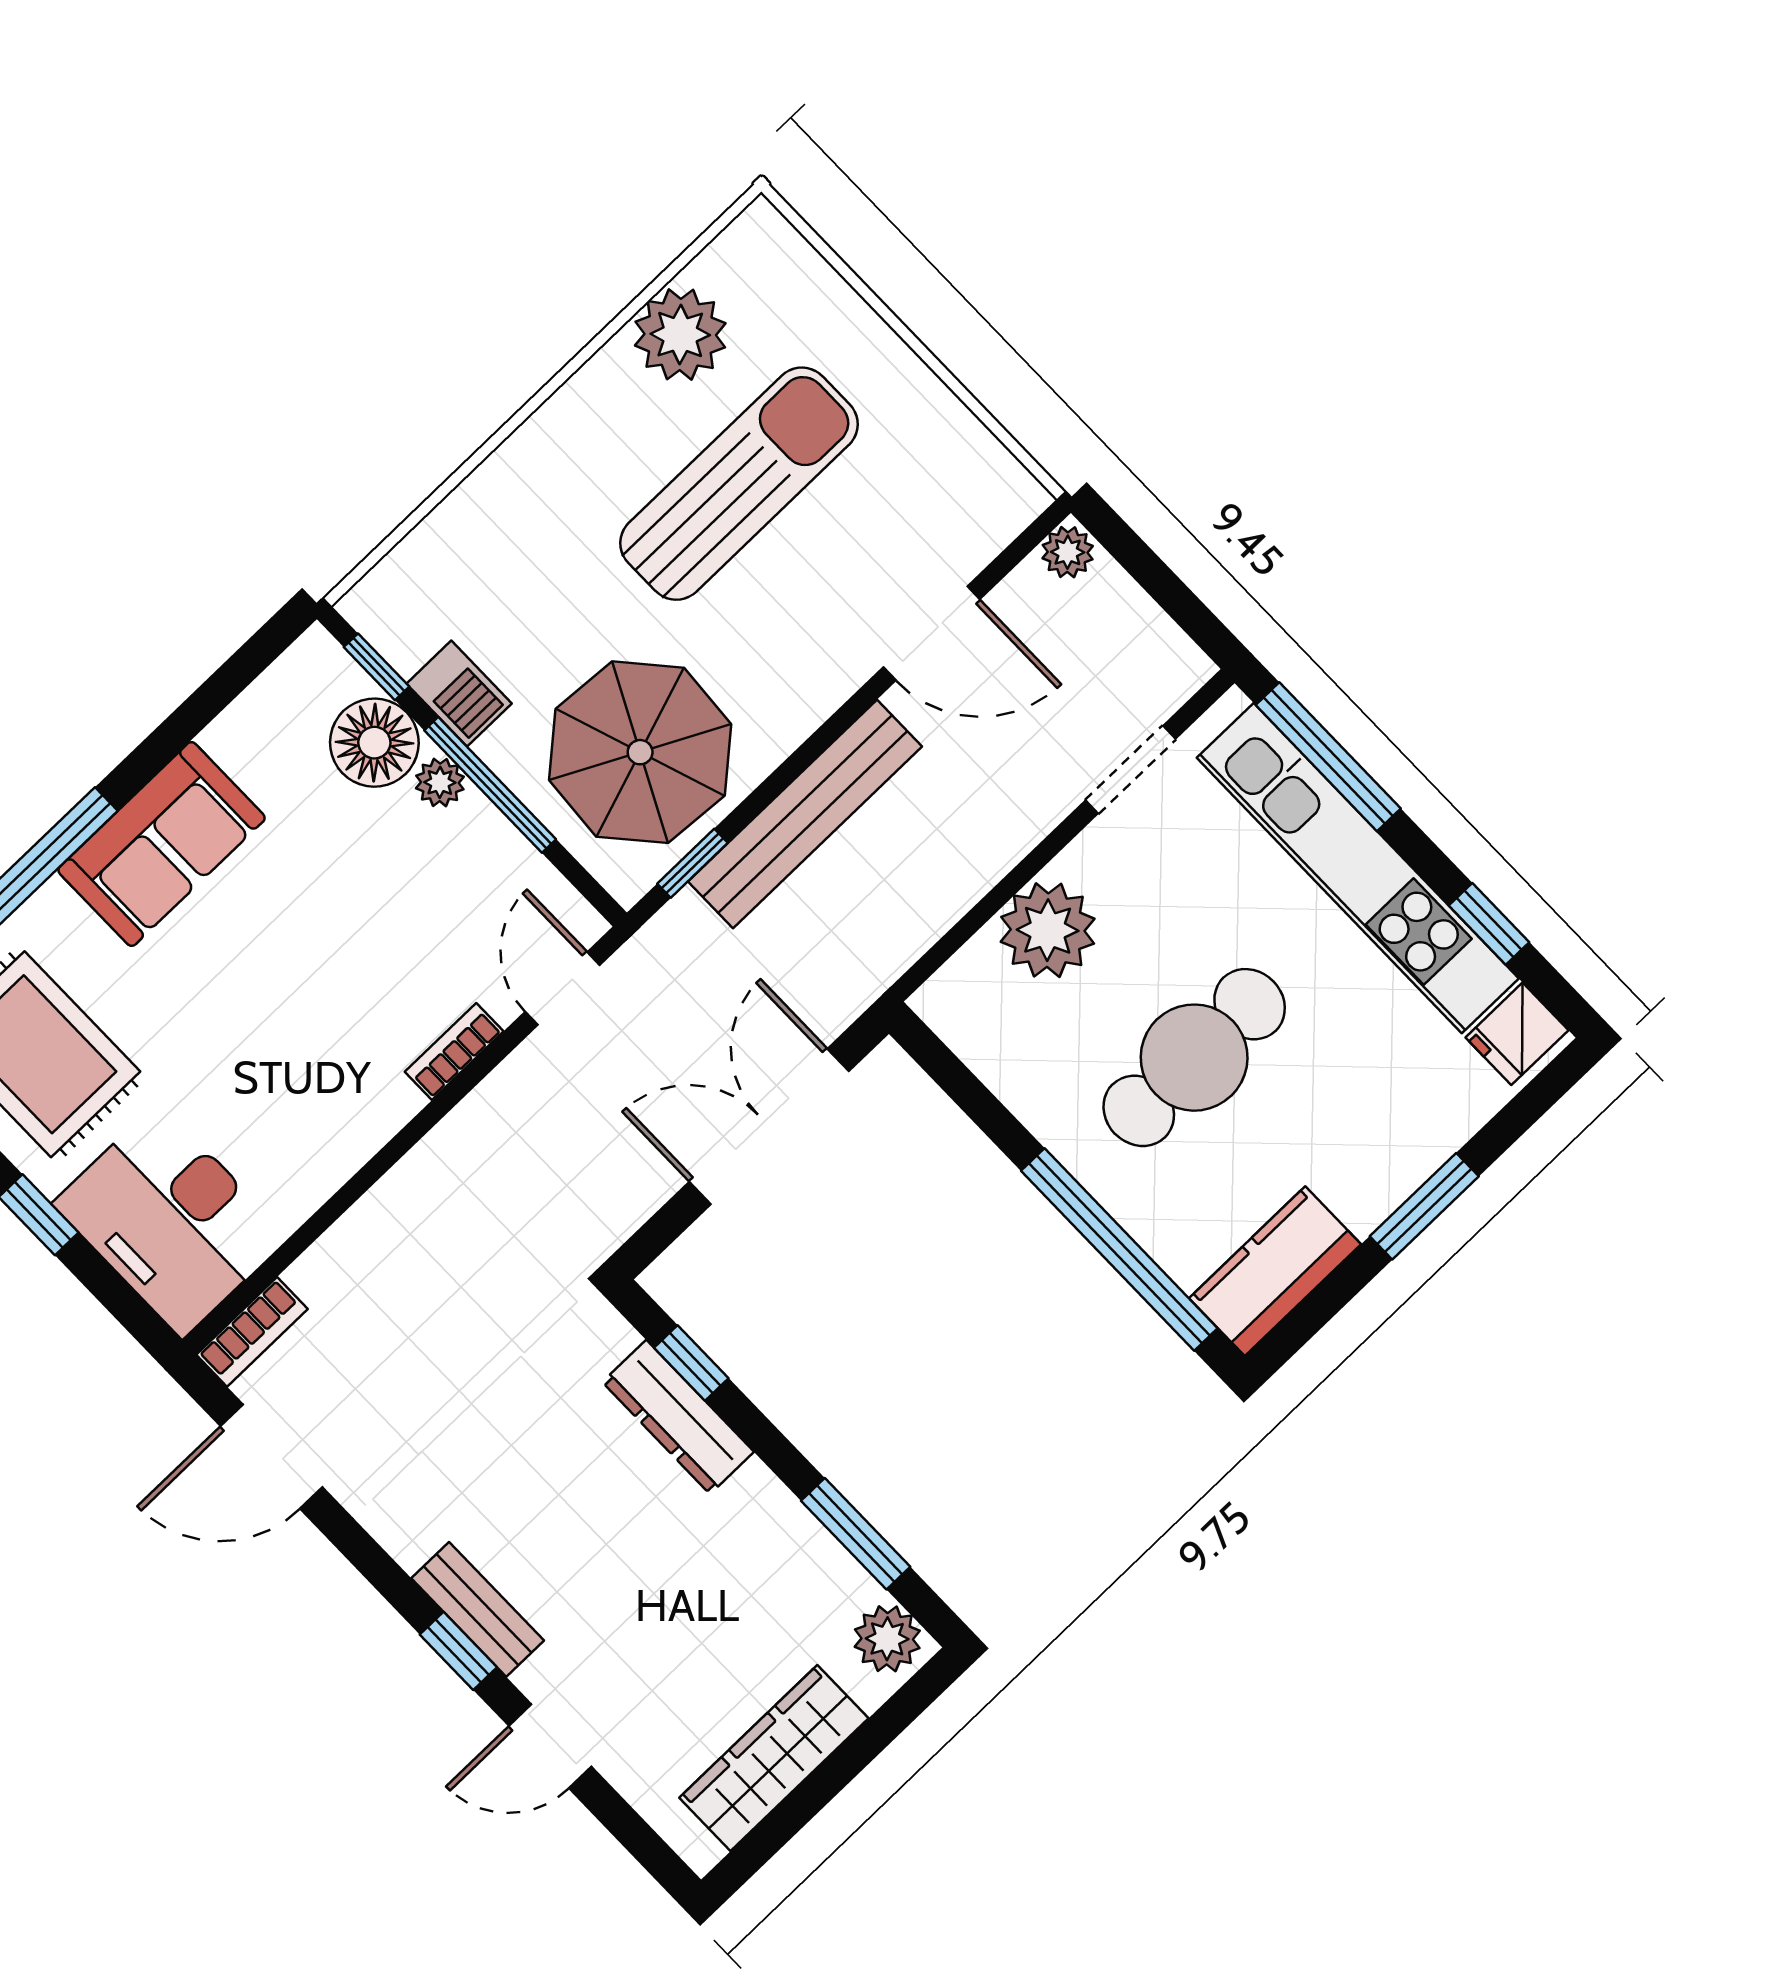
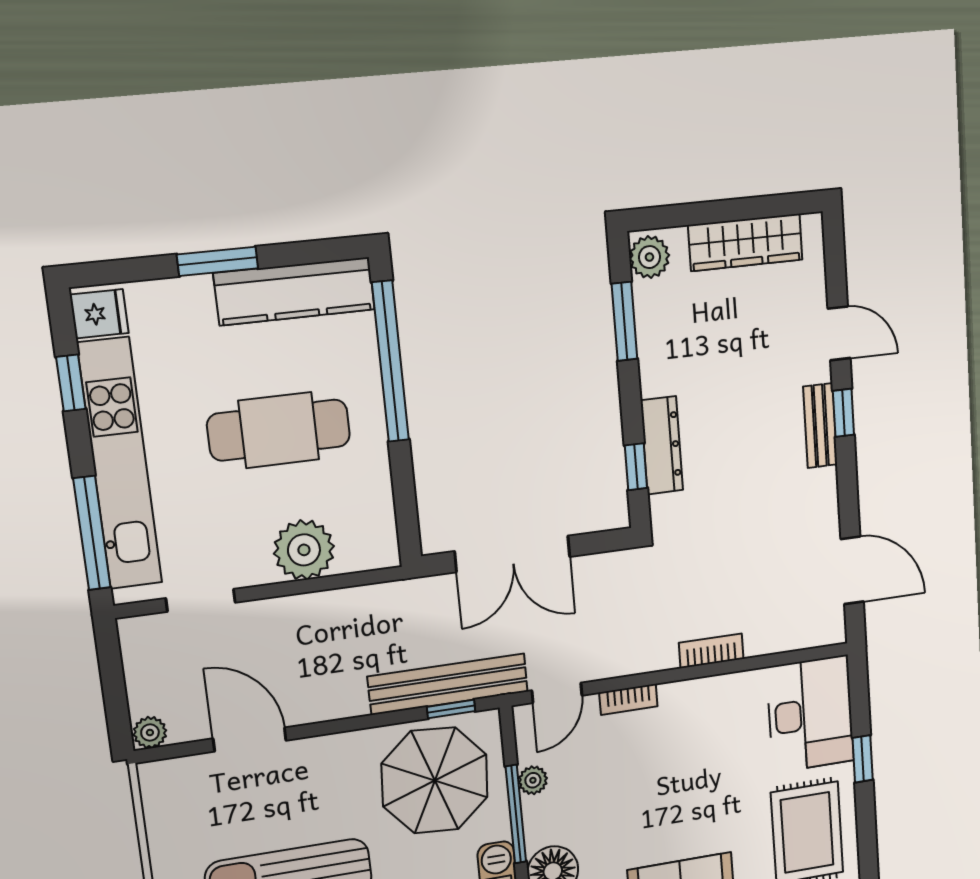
plant: (440, 782) -> (533, 780), moved
bench: (805, 814) -> (448, 684), moved
kitchen counter: (1275, 1271) -> (295, 291), width x1.50
bookcase: (252, 1332) -> (711, 651), moved

